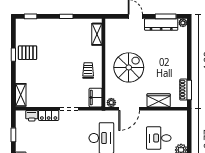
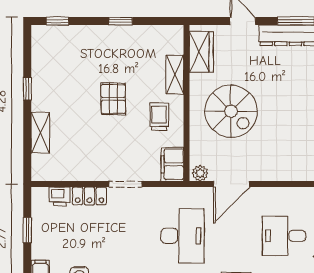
shelving: (97, 34) -> (175, 75), moved
pallet: (28, 53) -> (113, 99), moved, turned 90
spiral stairs: (129, 67) -> (231, 111), turned 90
shelving: (21, 95) -> (40, 133), moved
wardrobe: (159, 100) -> (201, 52), moved, turned 90

